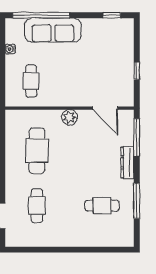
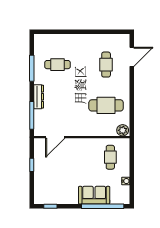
sofa: (53, 30) -> (94, 195), width x0.73
door: (105, 108) -> (55, 137), swing flipped
plant: (69, 117) -> (123, 130), moved
cafe table: (37, 151) -> (106, 105), turned 90

